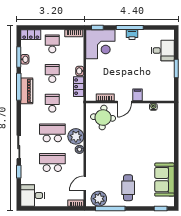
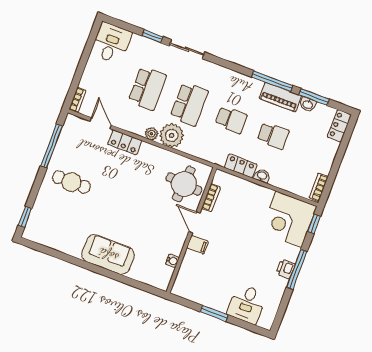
school desk: (52, 44) -> (315, 151), removed
piano: (27, 91) -> (280, 97), moved
locker: (91, 164) -> (125, 142), added
sofa: (164, 180) -> (108, 255), moved
plant: (99, 199) -> (71, 135), removed

